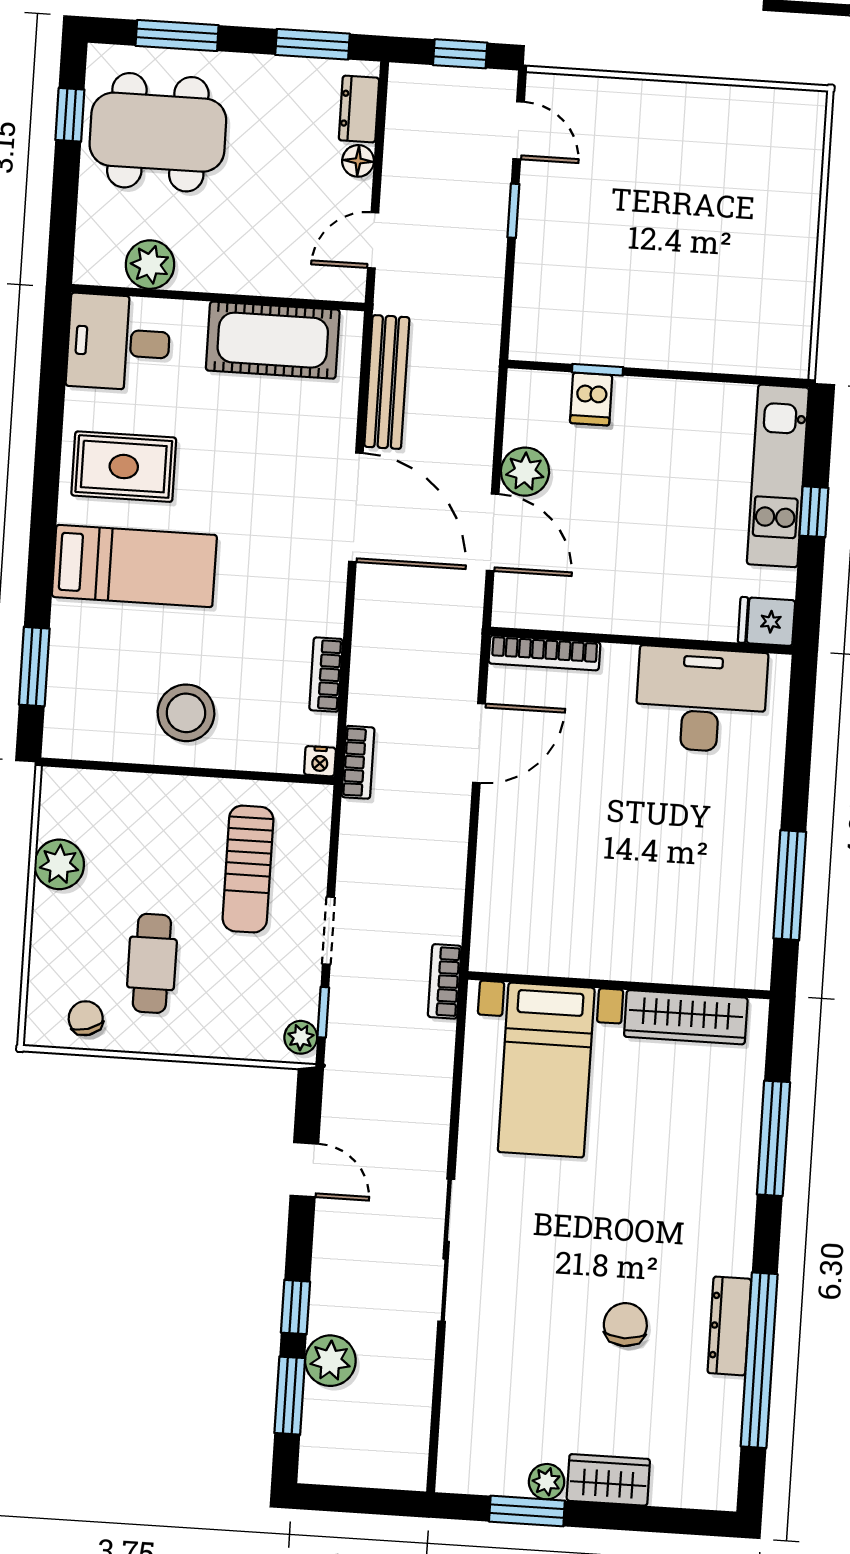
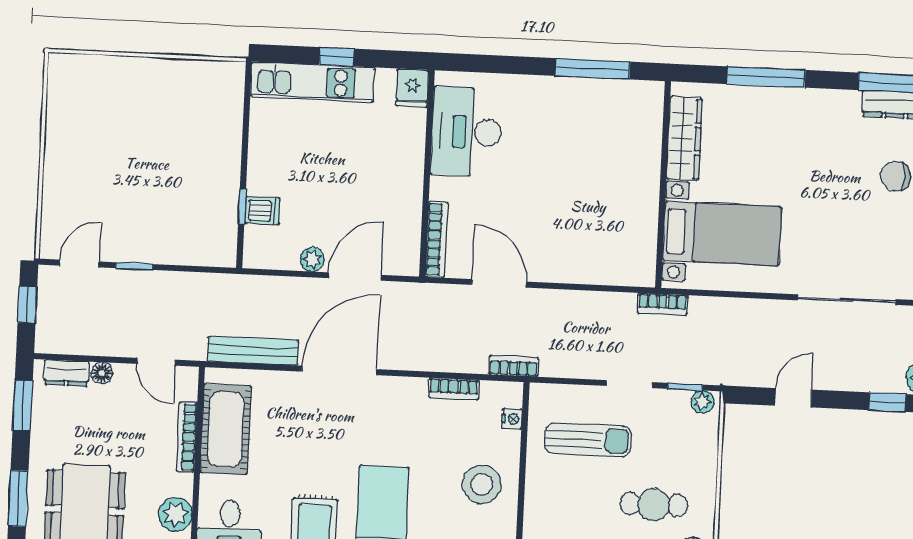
bookcase: (262, 283) -> (187, 437), added
plant: (525, 472) -> (312, 260), width x0.73, depth x0.73
nightstand: (320, 761) -> (512, 419), moved

